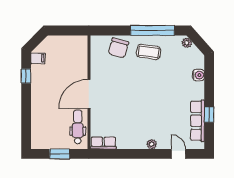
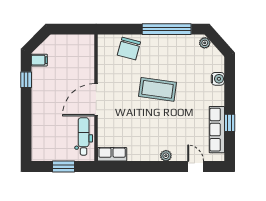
coffee table: (149, 52) -> (158, 89), moved, width x1.36, depth x1.32

